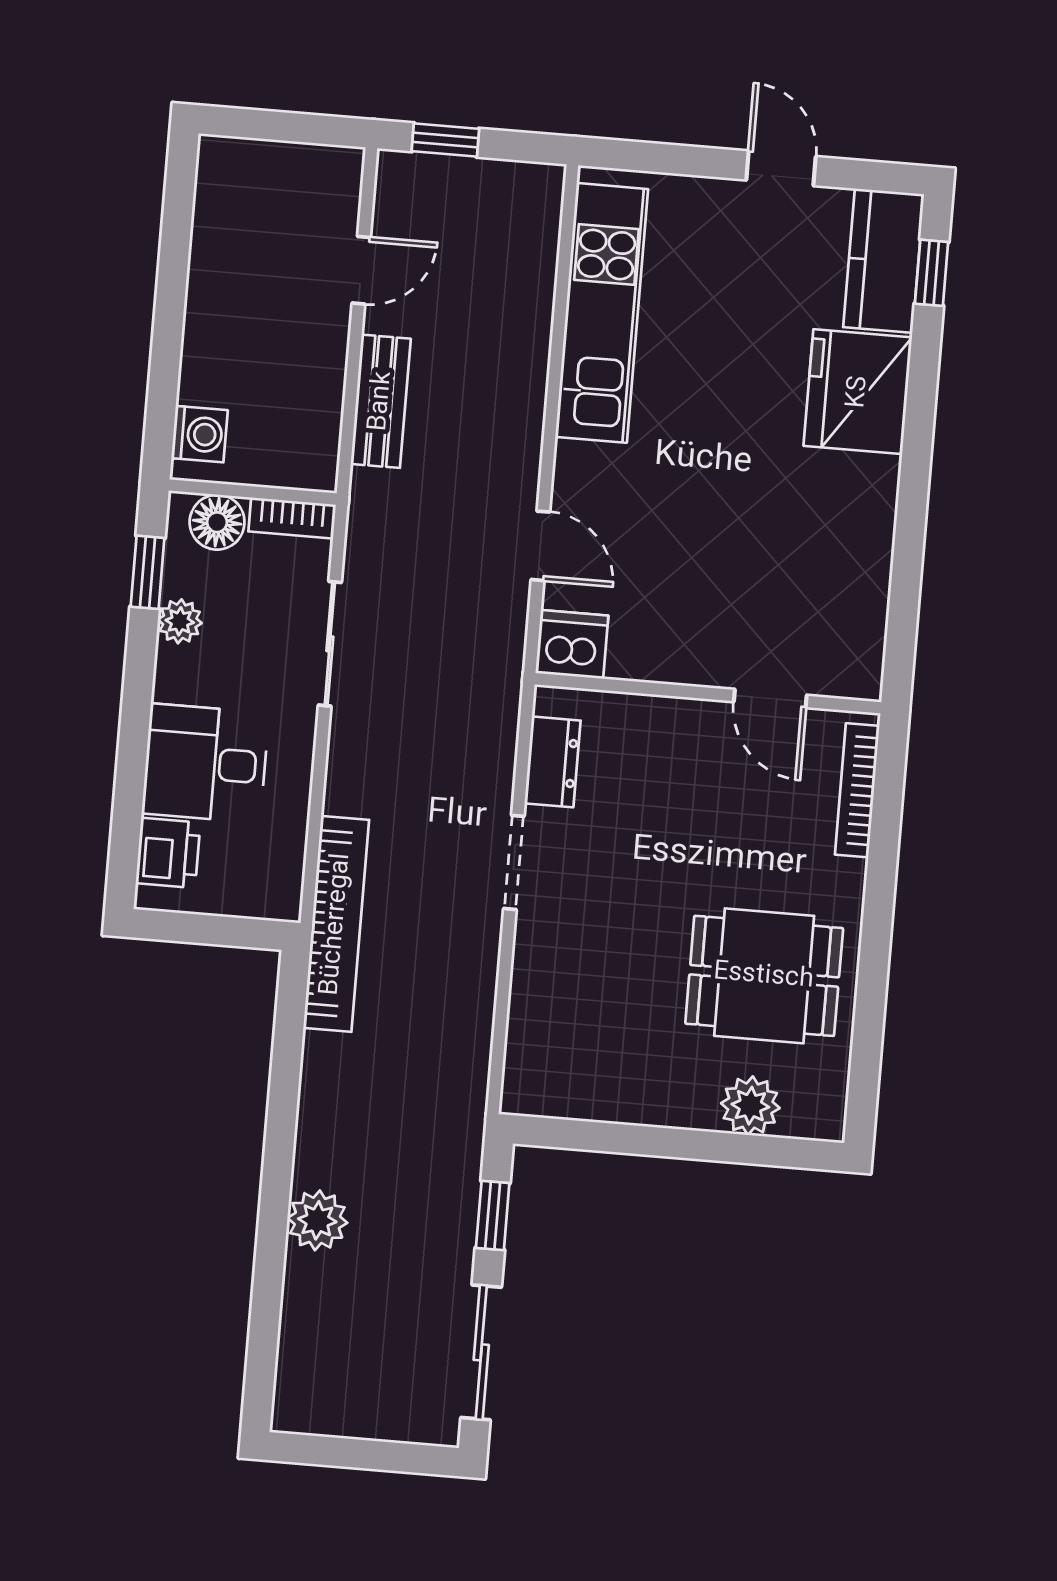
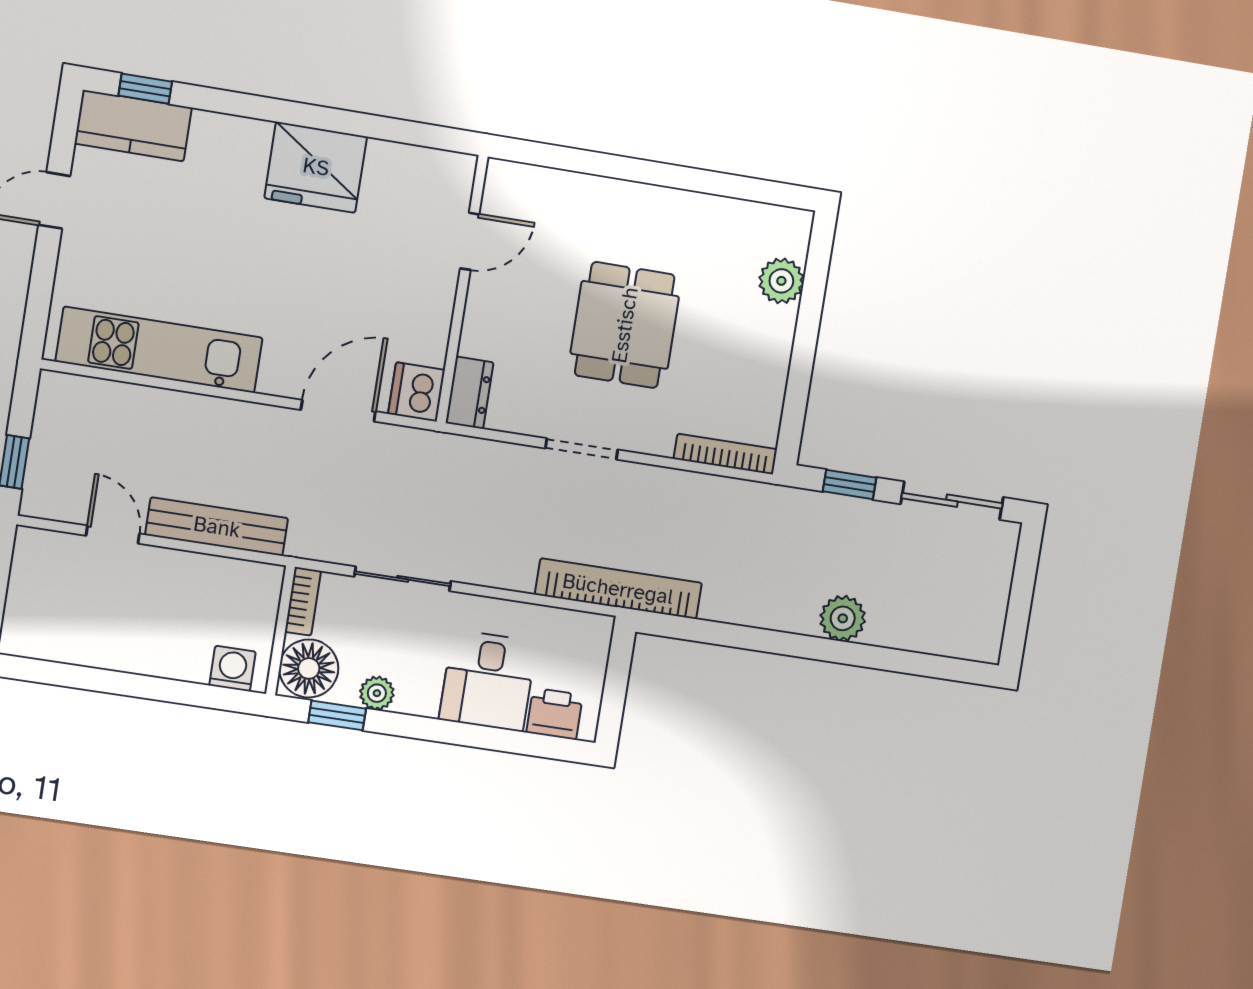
fridge: (858, 392) -> (316, 167), moved
bench: (381, 401) -> (217, 527), width x1.36
floor lamp: (217, 522) -> (309, 668), width x1.38, depth x1.38
door: (540, 546) -> (338, 411), width x1.38
dresser: (553, 762) -> (469, 393), moved, turned 90
bookcase: (857, 790) -> (725, 454), moved, turned 180
dining table: (764, 976) -> (625, 325), moved

